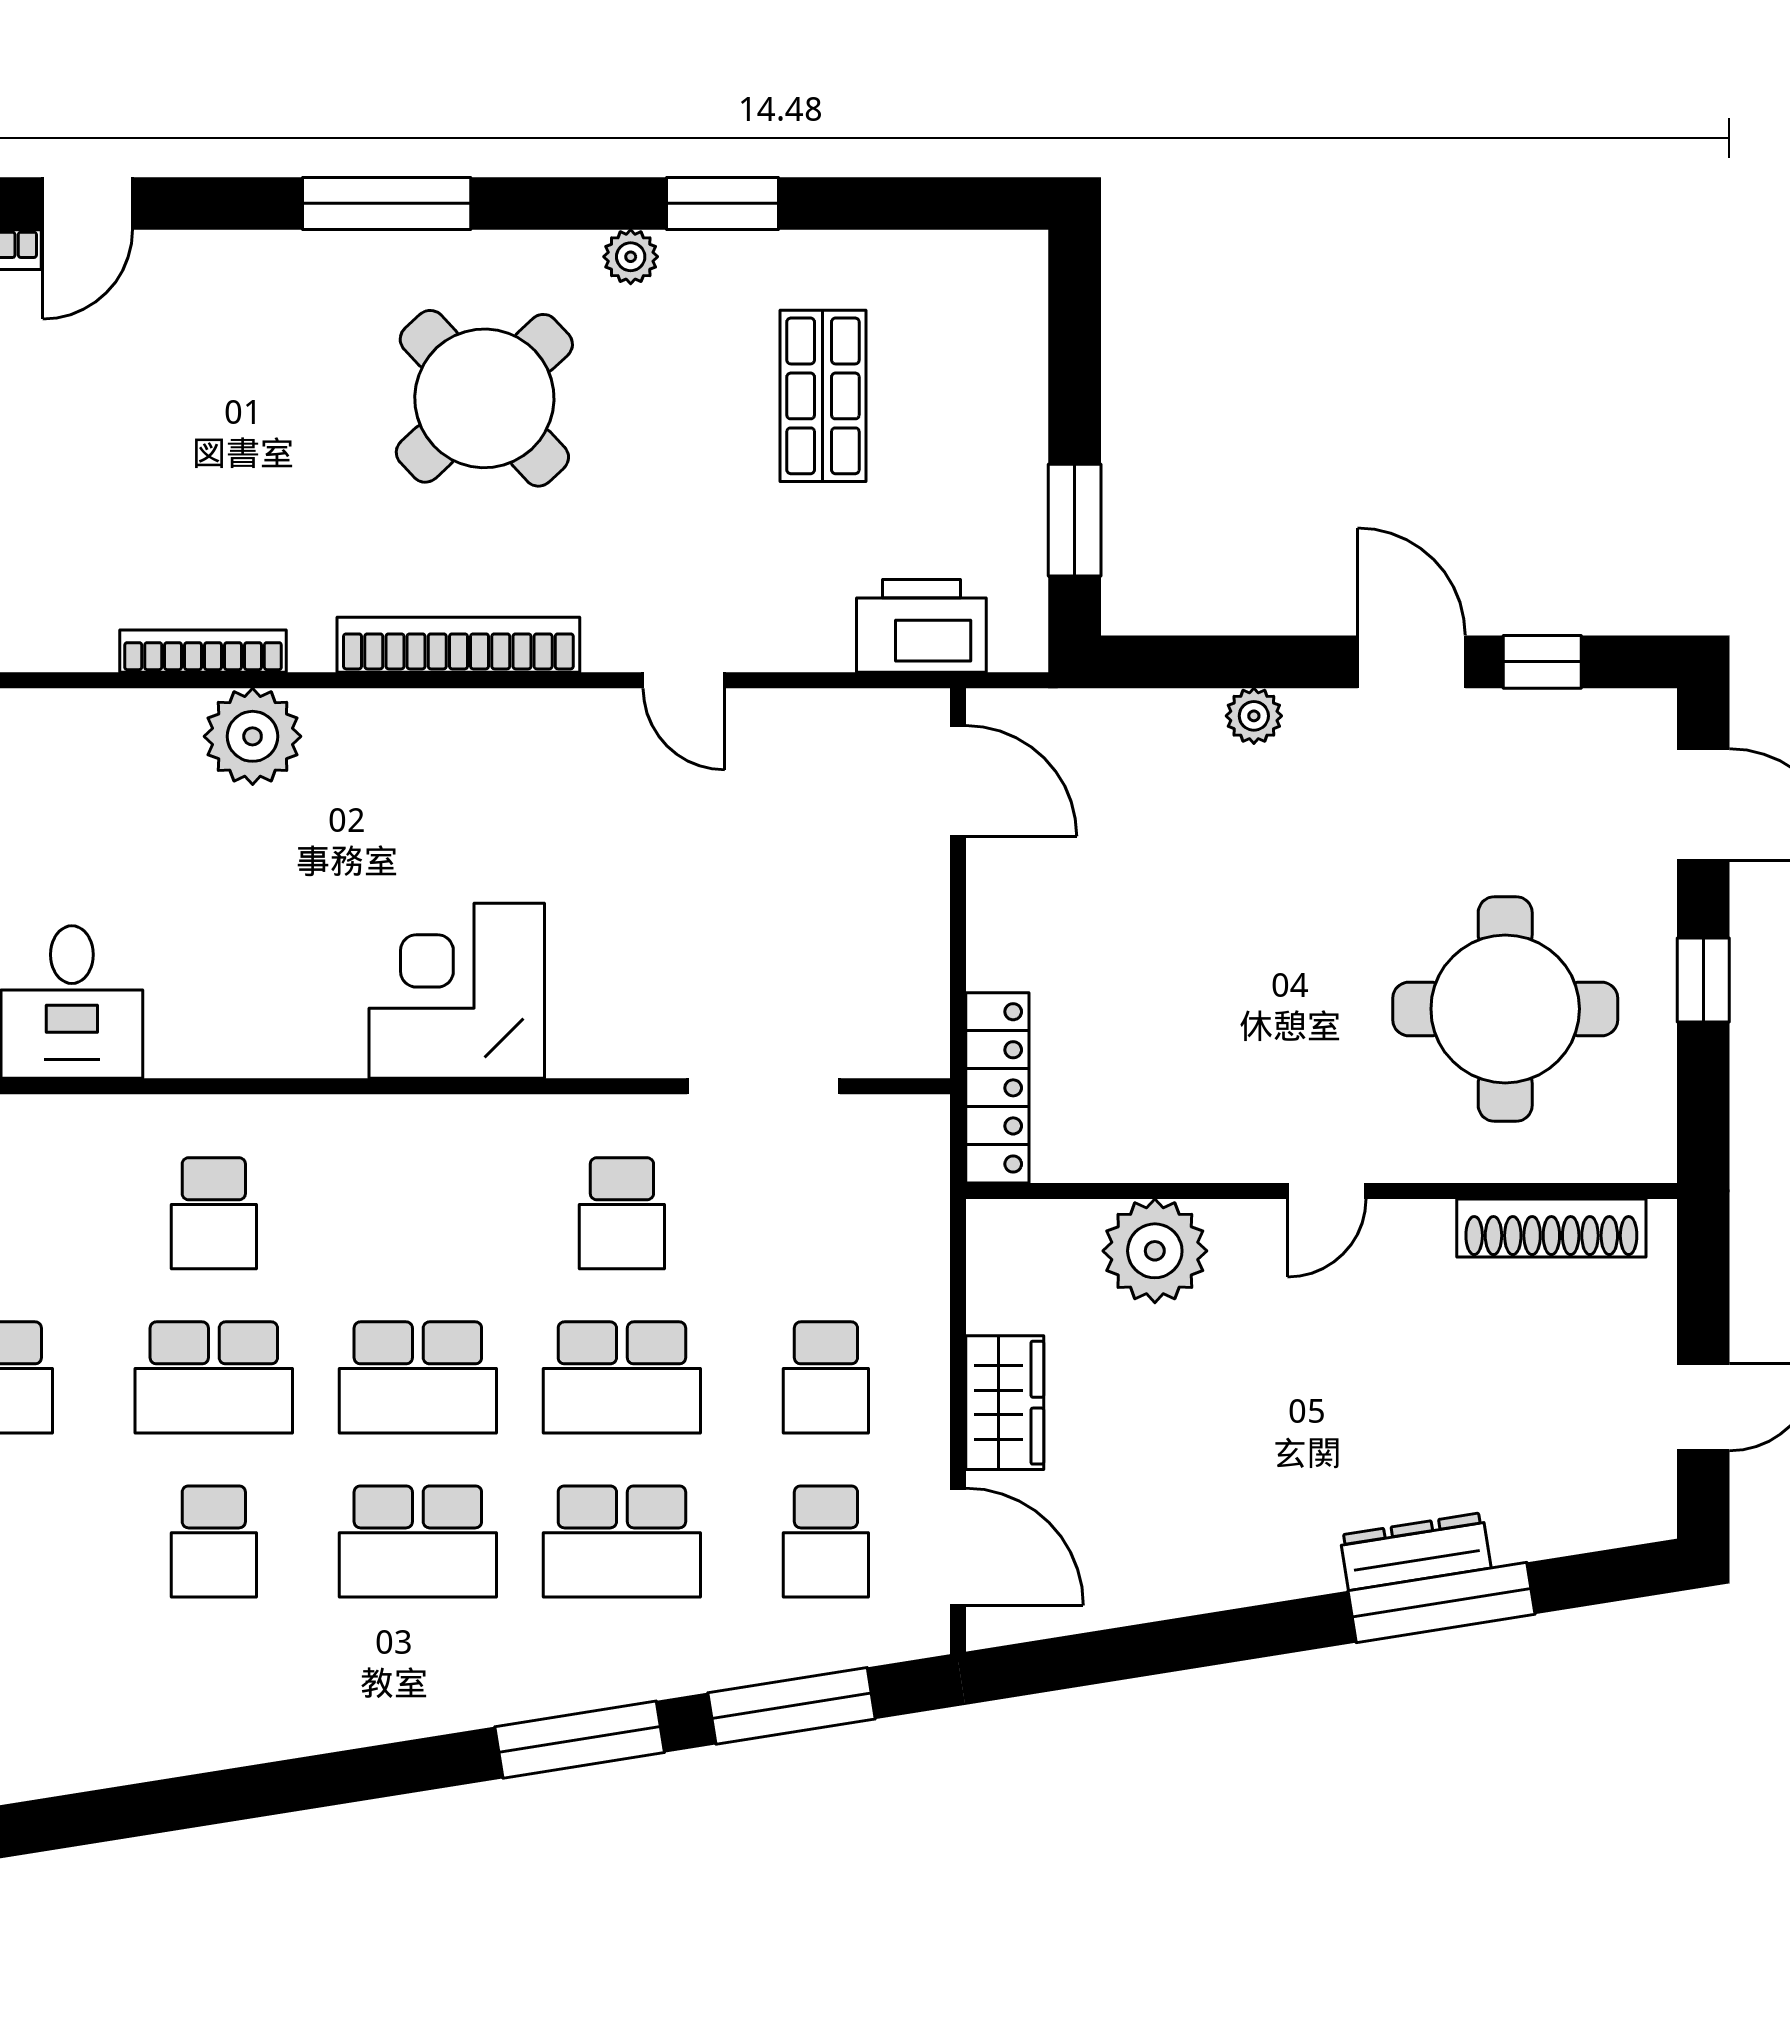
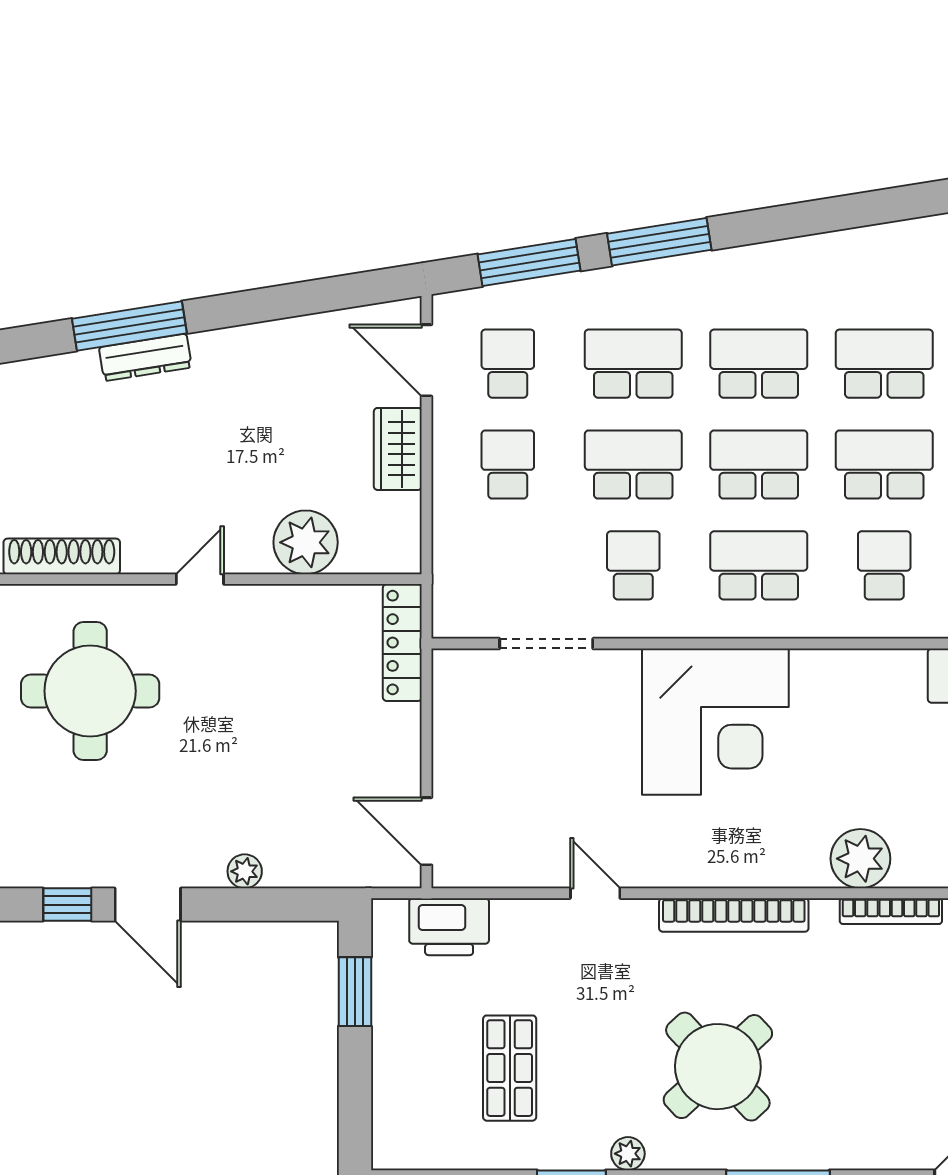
corner desk: (457, 991) -> (715, 722), width x1.36, depth x1.36
school desk: (418, 1213) -> (759, 565), added
school desk: (214, 1541) -> (884, 364), width x1.85

